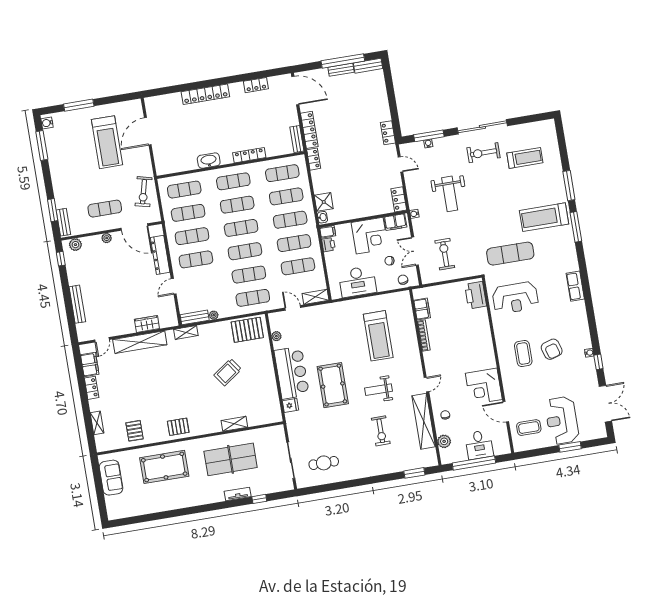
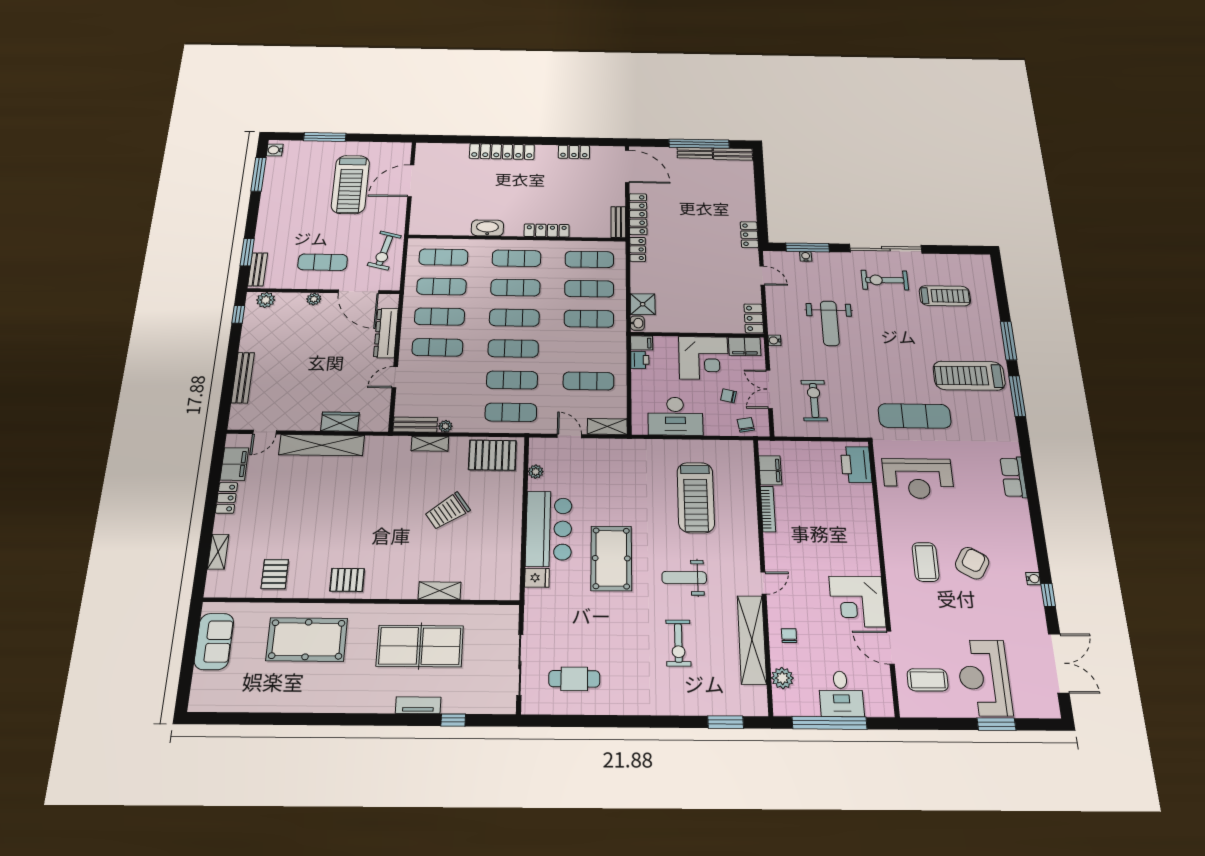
exercise mat: (294, 243) -> (589, 349), removed
shelving: (186, 332) -> (430, 444), moved
armchair: (552, 349) -> (972, 563), turned -133

